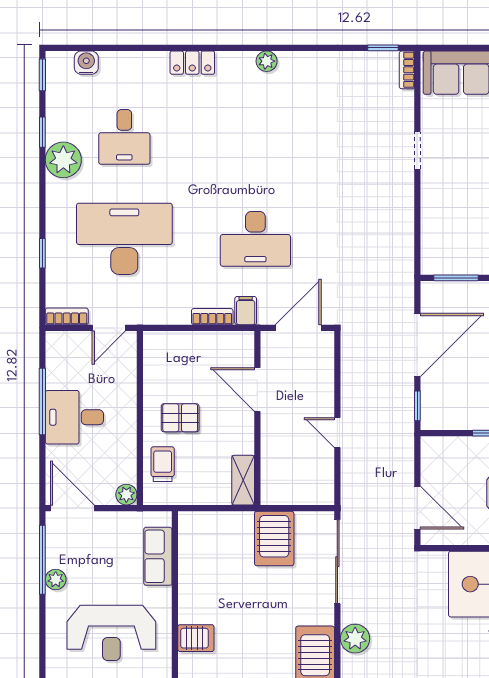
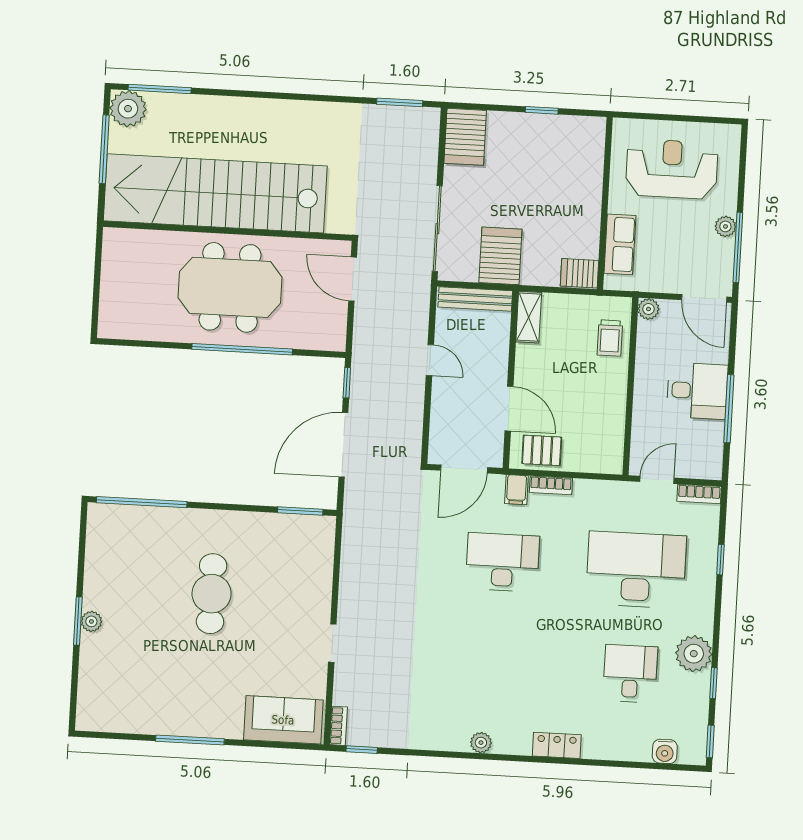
desk: (124, 239) -> (636, 570), turned 180
pallet: (180, 418) -> (542, 450), moved
bench: (296, 495) -> (475, 299), added
server rack: (196, 638) -> (579, 273), moved
plant: (355, 639) -> (424, 149), removed

